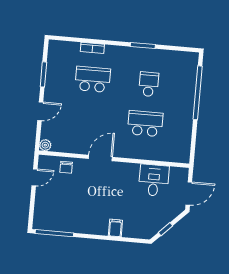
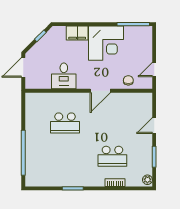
school desk: (149, 84) -> (65, 156), removed
plant: (45, 145) -> (147, 180), moved
desk: (154, 180) -> (64, 76), moved
corner desk: (89, 214) -> (106, 43), added
filing cabinet: (115, 228) -> (77, 33), width x2.00

